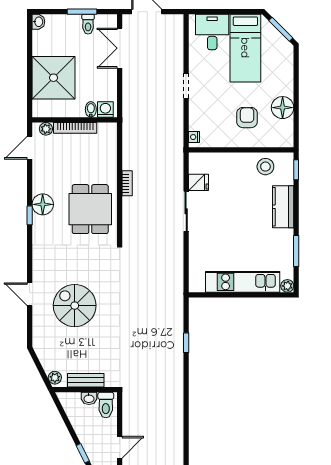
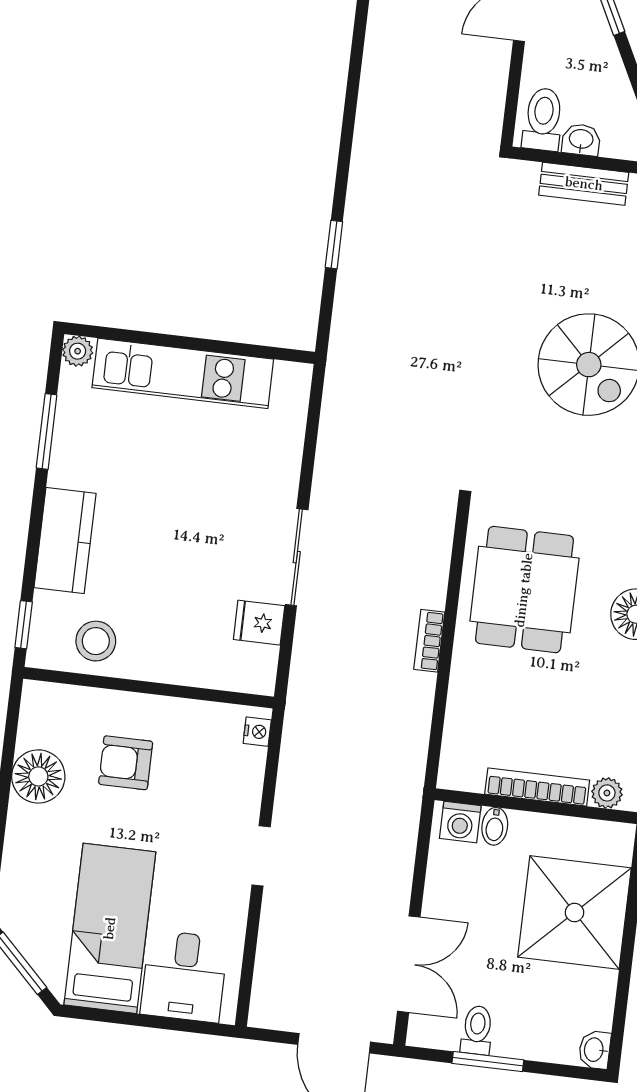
armchair: (247, 118) -> (126, 763), turned 90

